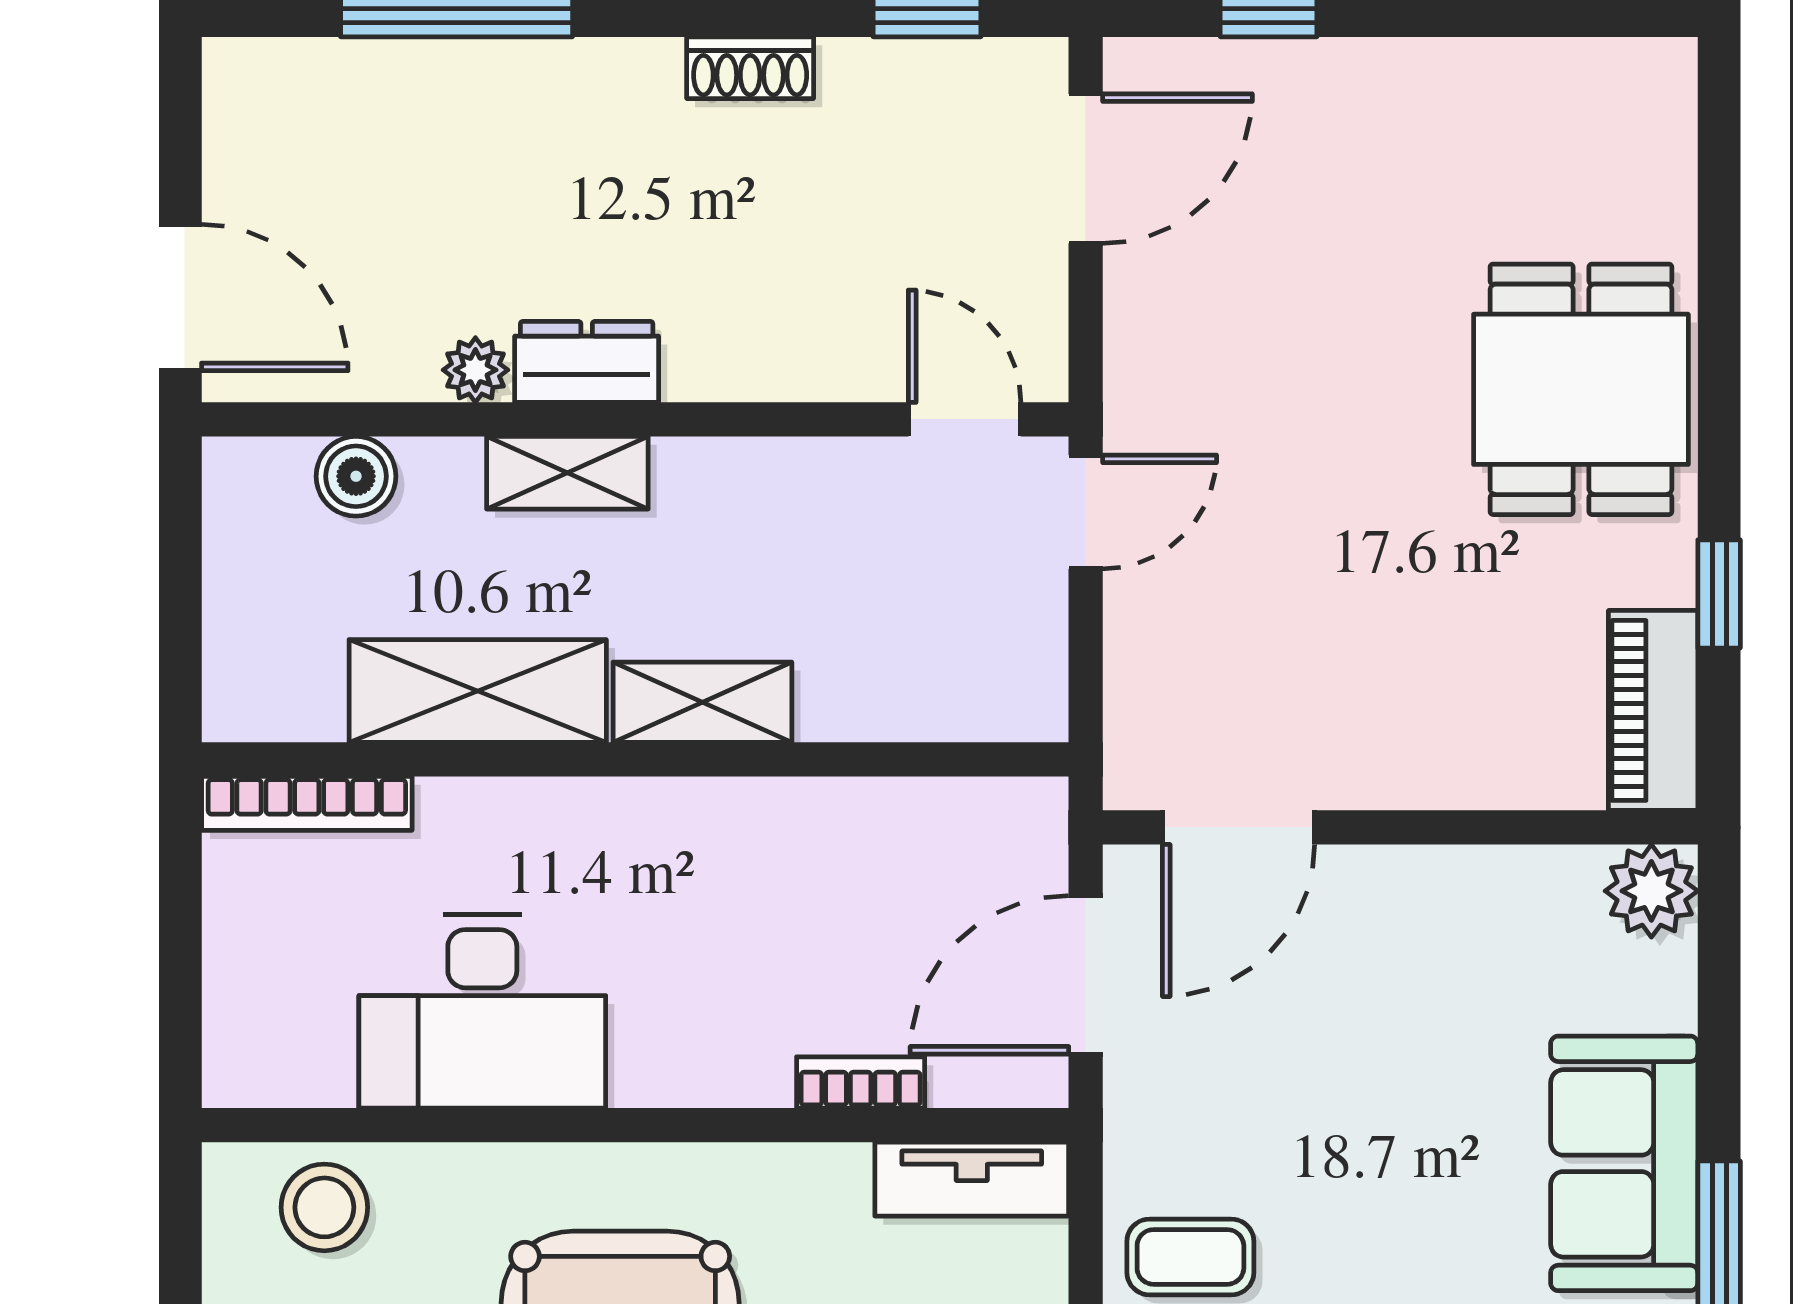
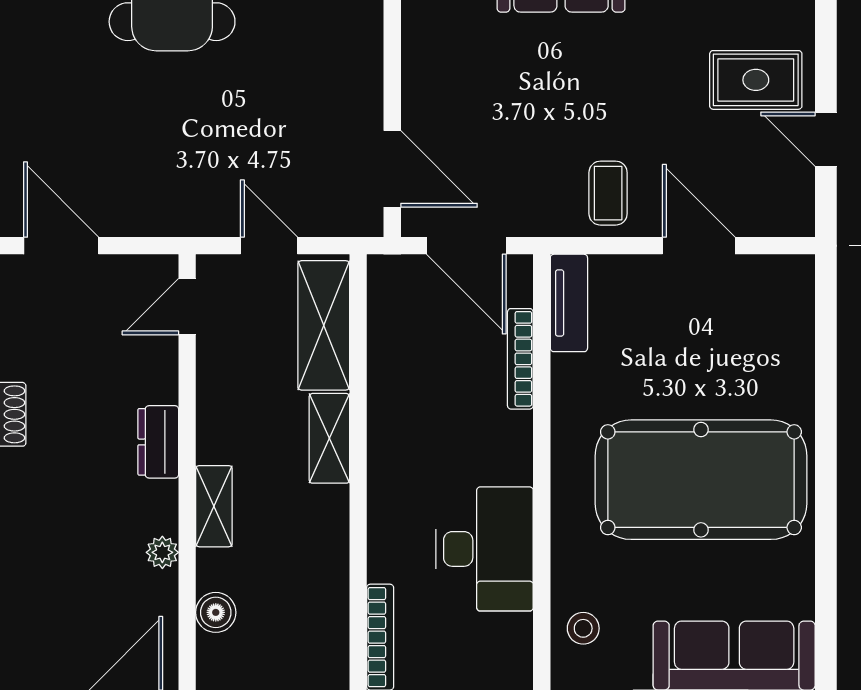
dresser: (587, 362) -> (158, 442), moved
door: (1086, 512) -> (269, 246), moved
shelving: (478, 691) -> (324, 325), moved
bookcase: (861, 1082) -> (520, 359), width x1.56
stool: (324, 1207) -> (583, 628), width x0.73, depth x0.73

